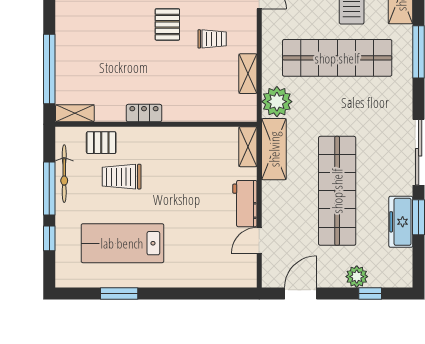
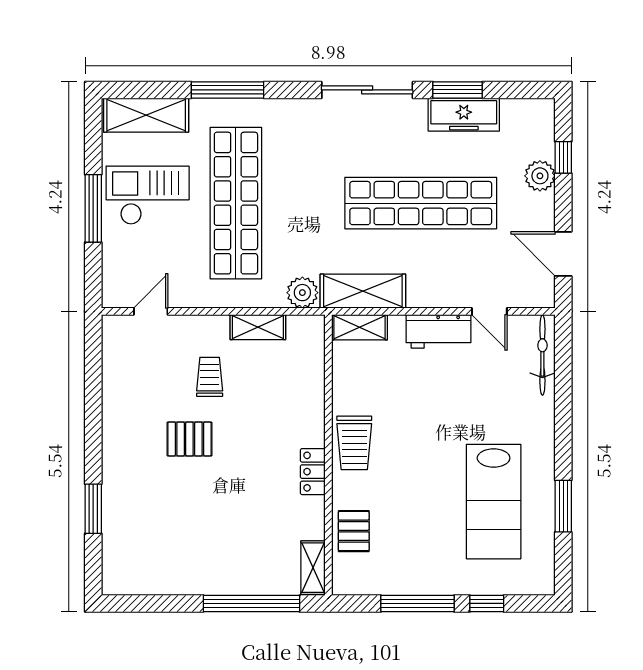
plant: (277, 102) -> (302, 293), width x0.73, depth x0.73
bicycle: (64, 174) -> (542, 355), moved, turned -90
trolley: (122, 177) -> (354, 443), moved

